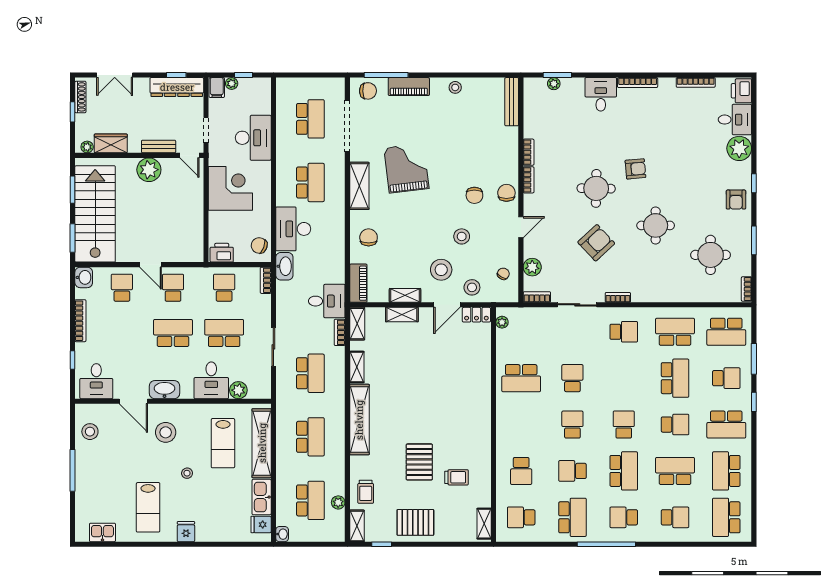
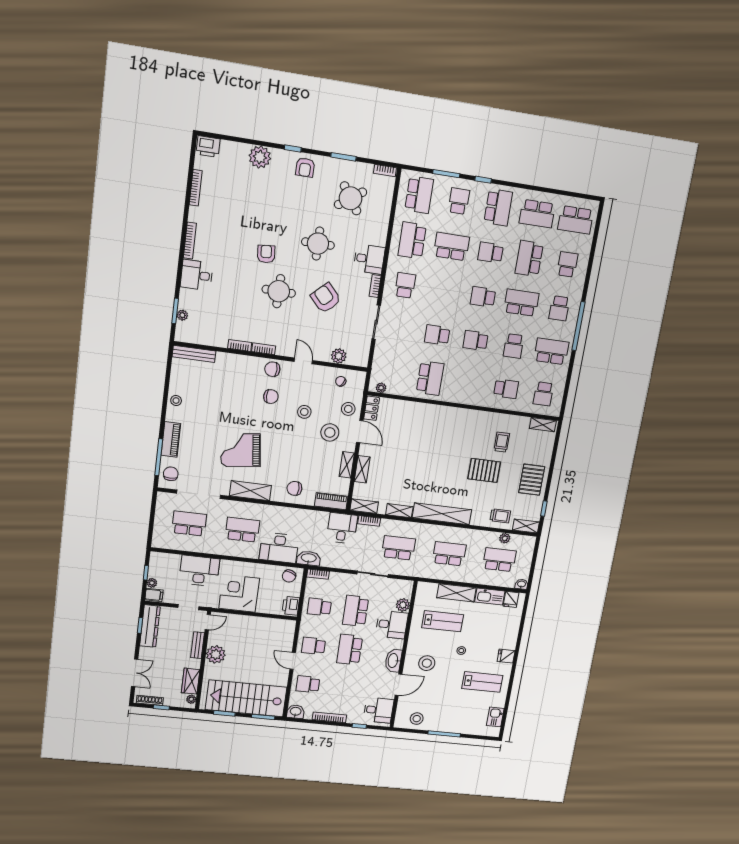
desk: (735, 120) -> (369, 259), moved, turned 90
armchair: (736, 200) -> (305, 167), turned 90
round table: (711, 255) -> (351, 198), turned -35
door: (151, 265) -> (293, 661), swing flipped
bookcase: (537, 297) -> (364, 356), removed
school desk: (675, 425) -> (491, 253), turned -90
shelving: (262, 443) -> (456, 593), width x0.68

